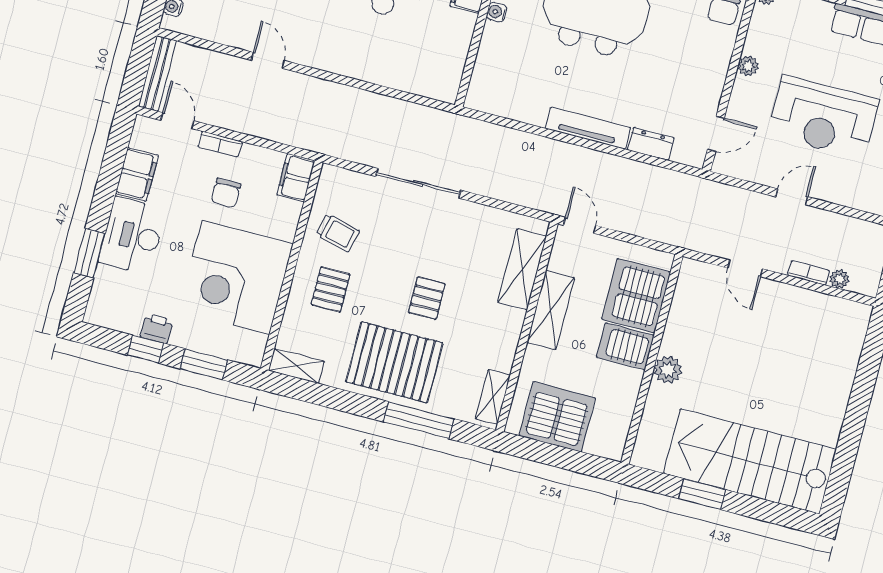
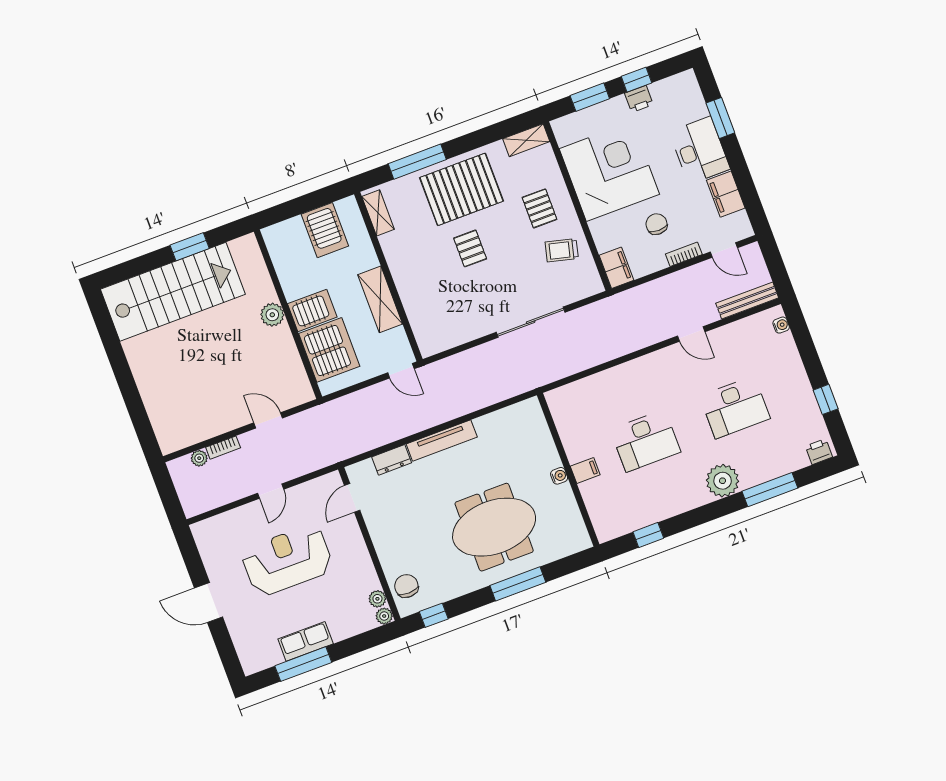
plant: (748, 66) -> (377, 599), moved
bench: (157, 73) -> (747, 301), moved, turned 90
shelving: (522, 269) -> (419, 313), removed
server rack: (557, 417) -> (325, 230), width x0.62

